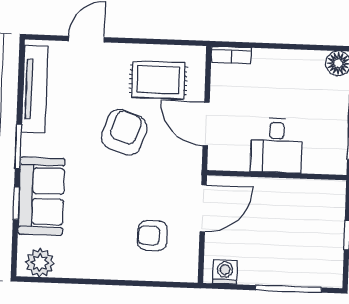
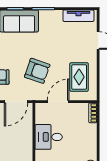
tv unit: (35, 89) -> (78, 16), width x0.71
armchair: (124, 132) -> (37, 71), moved
door: (203, 208) -> (16, 102), hinge flipped

